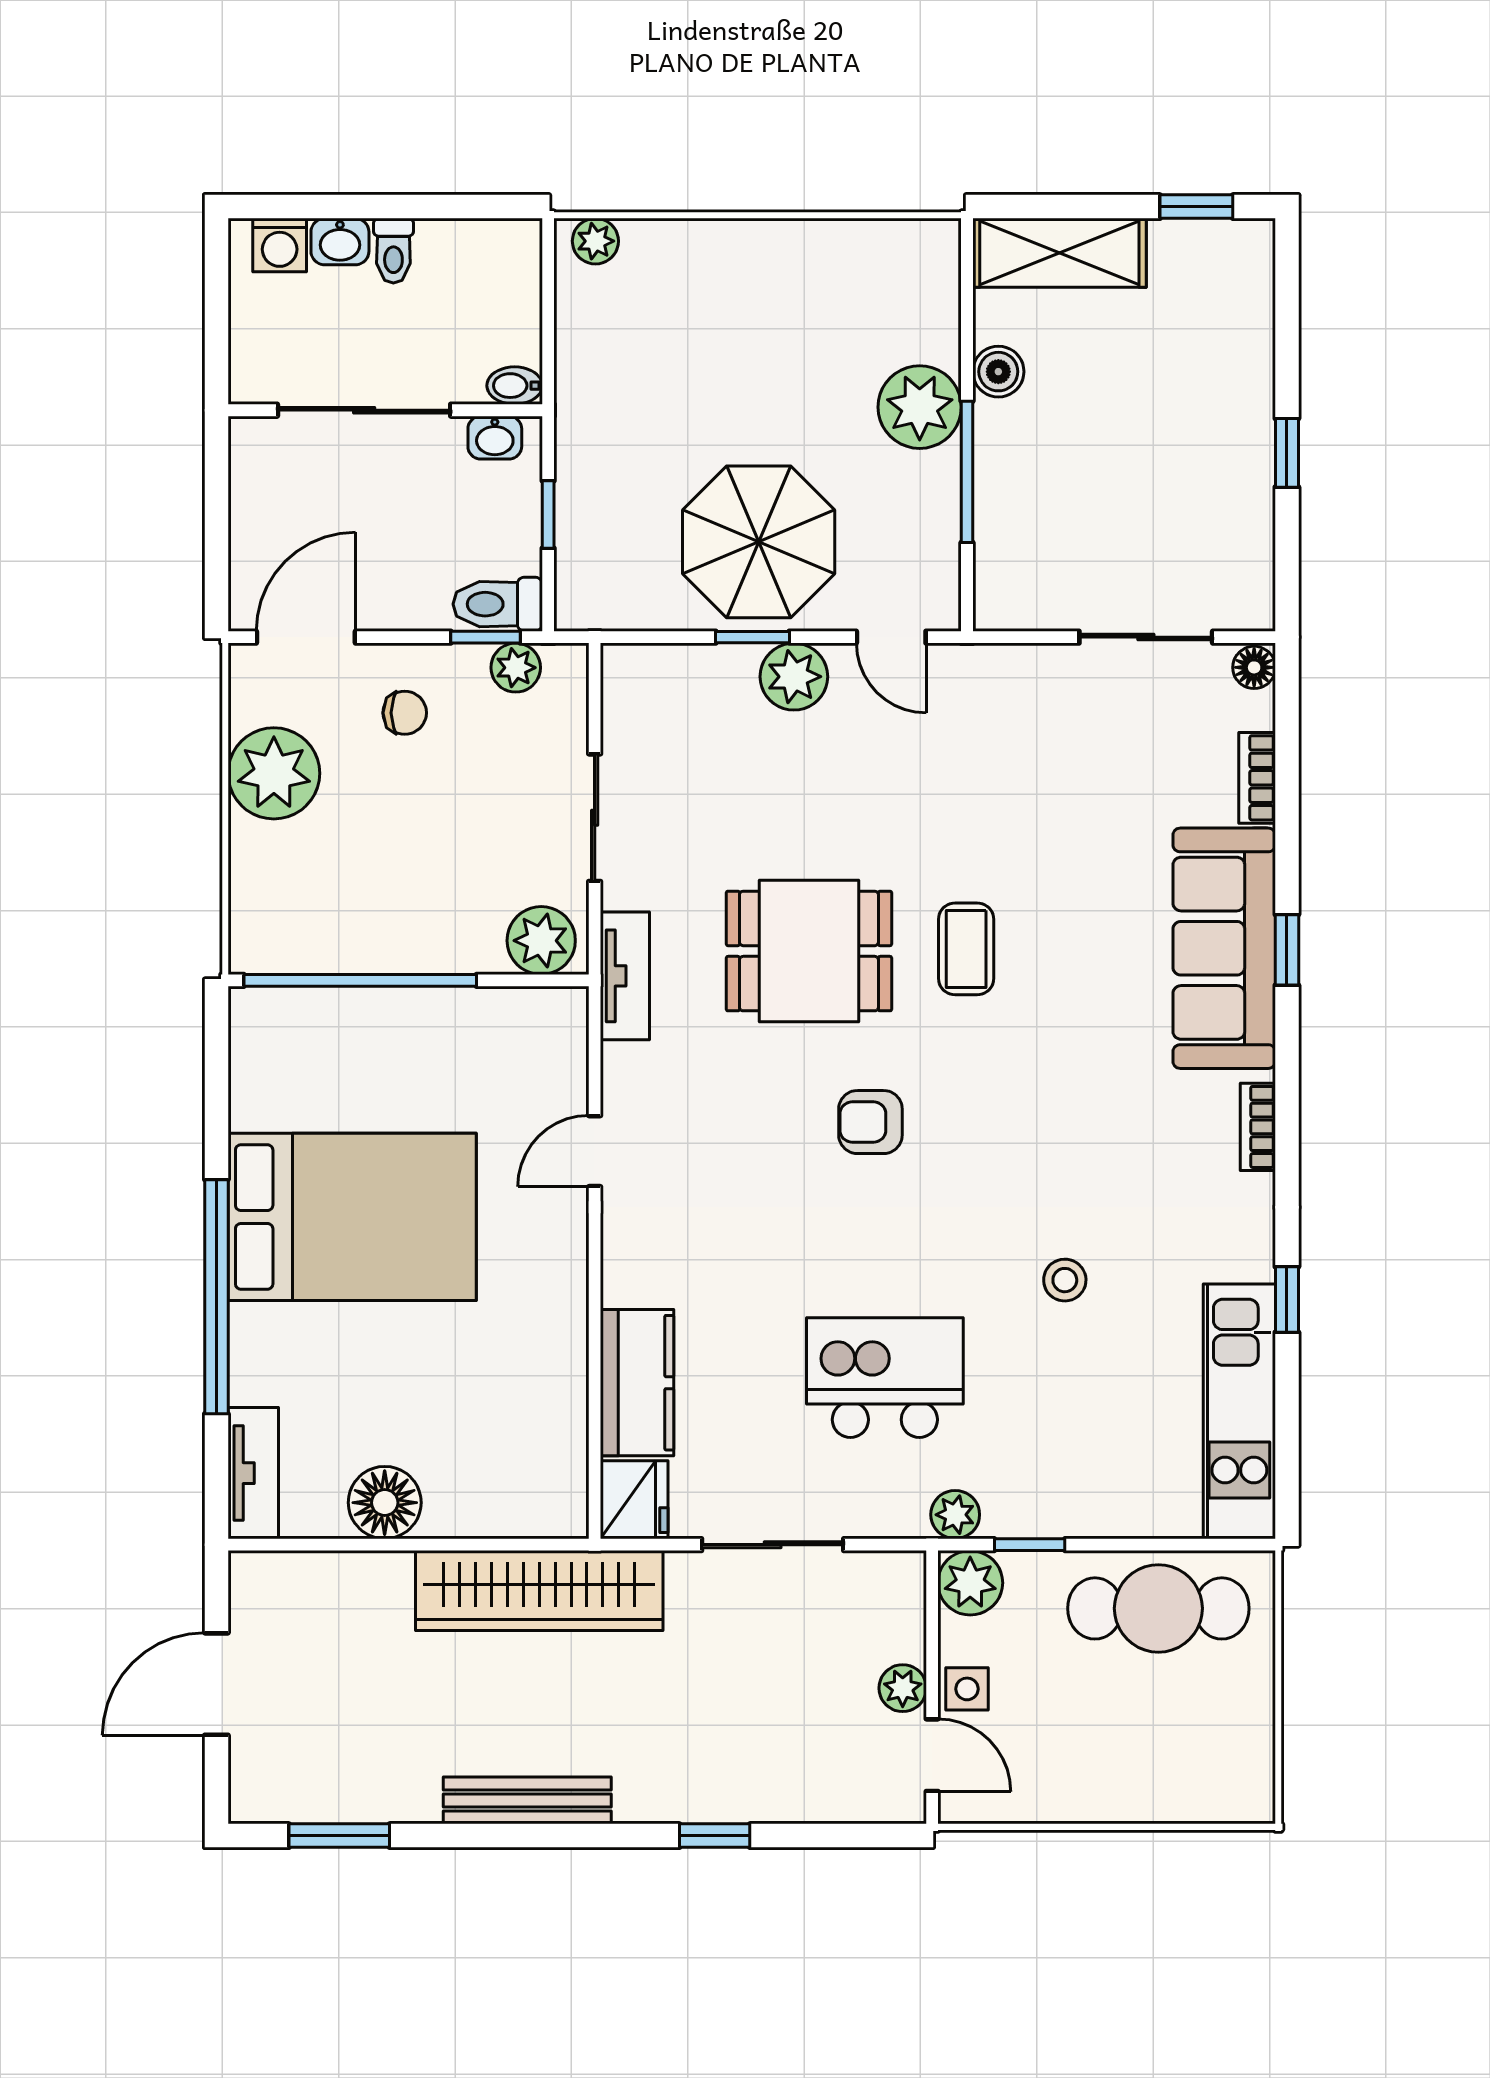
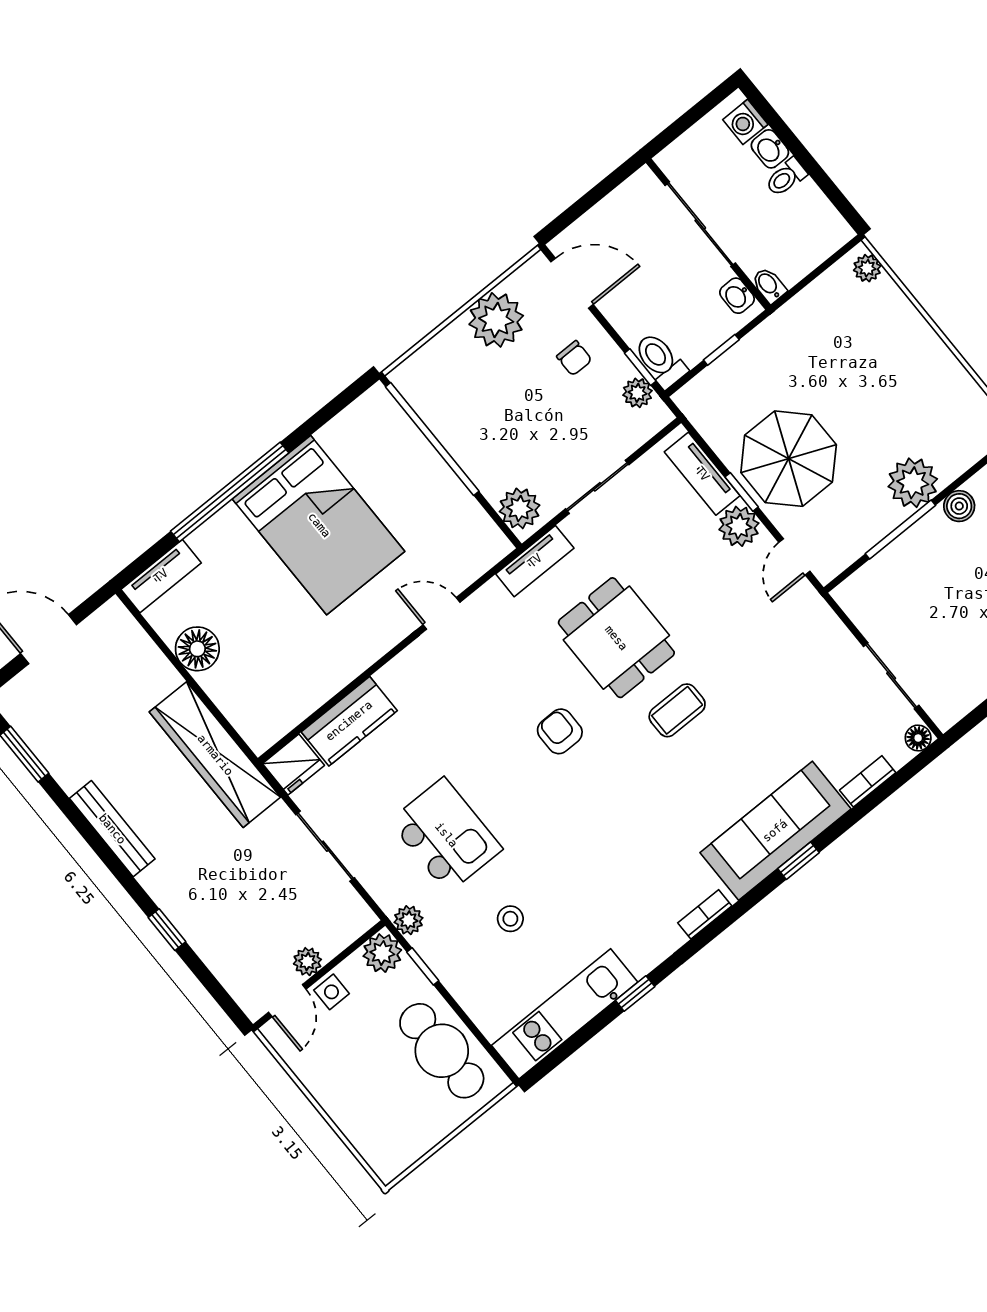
tv unit: (688, 669) -> (702, 474), added
stool: (1065, 1280) -> (510, 919), moved

